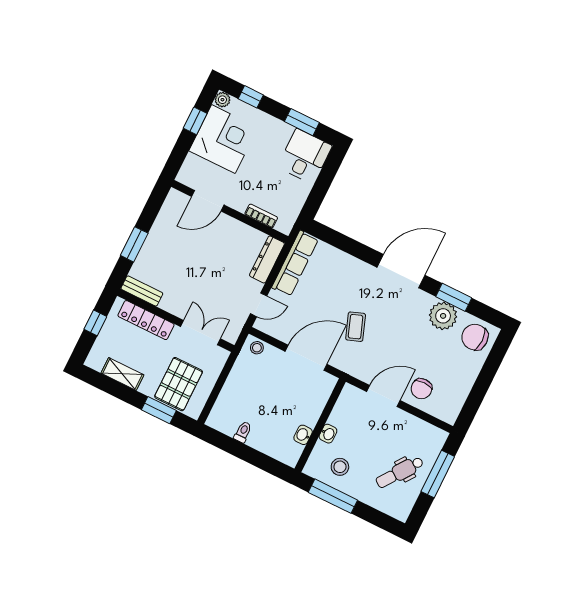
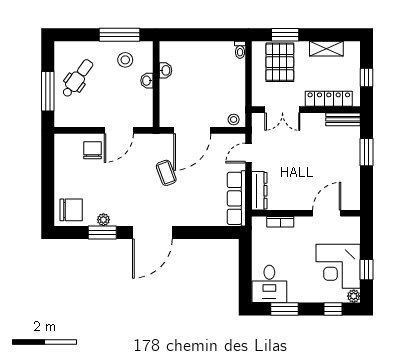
plant: (443, 316) -> (103, 220), width x0.53, depth x0.53
toilet: (243, 432) -> (240, 50), moved

